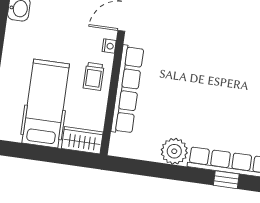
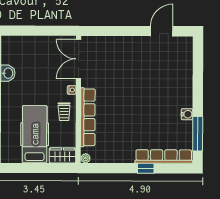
plant: (174, 151) -> (85, 158), moved, width x0.53, depth x0.53
window: (226, 180) -> (146, 168), moved

